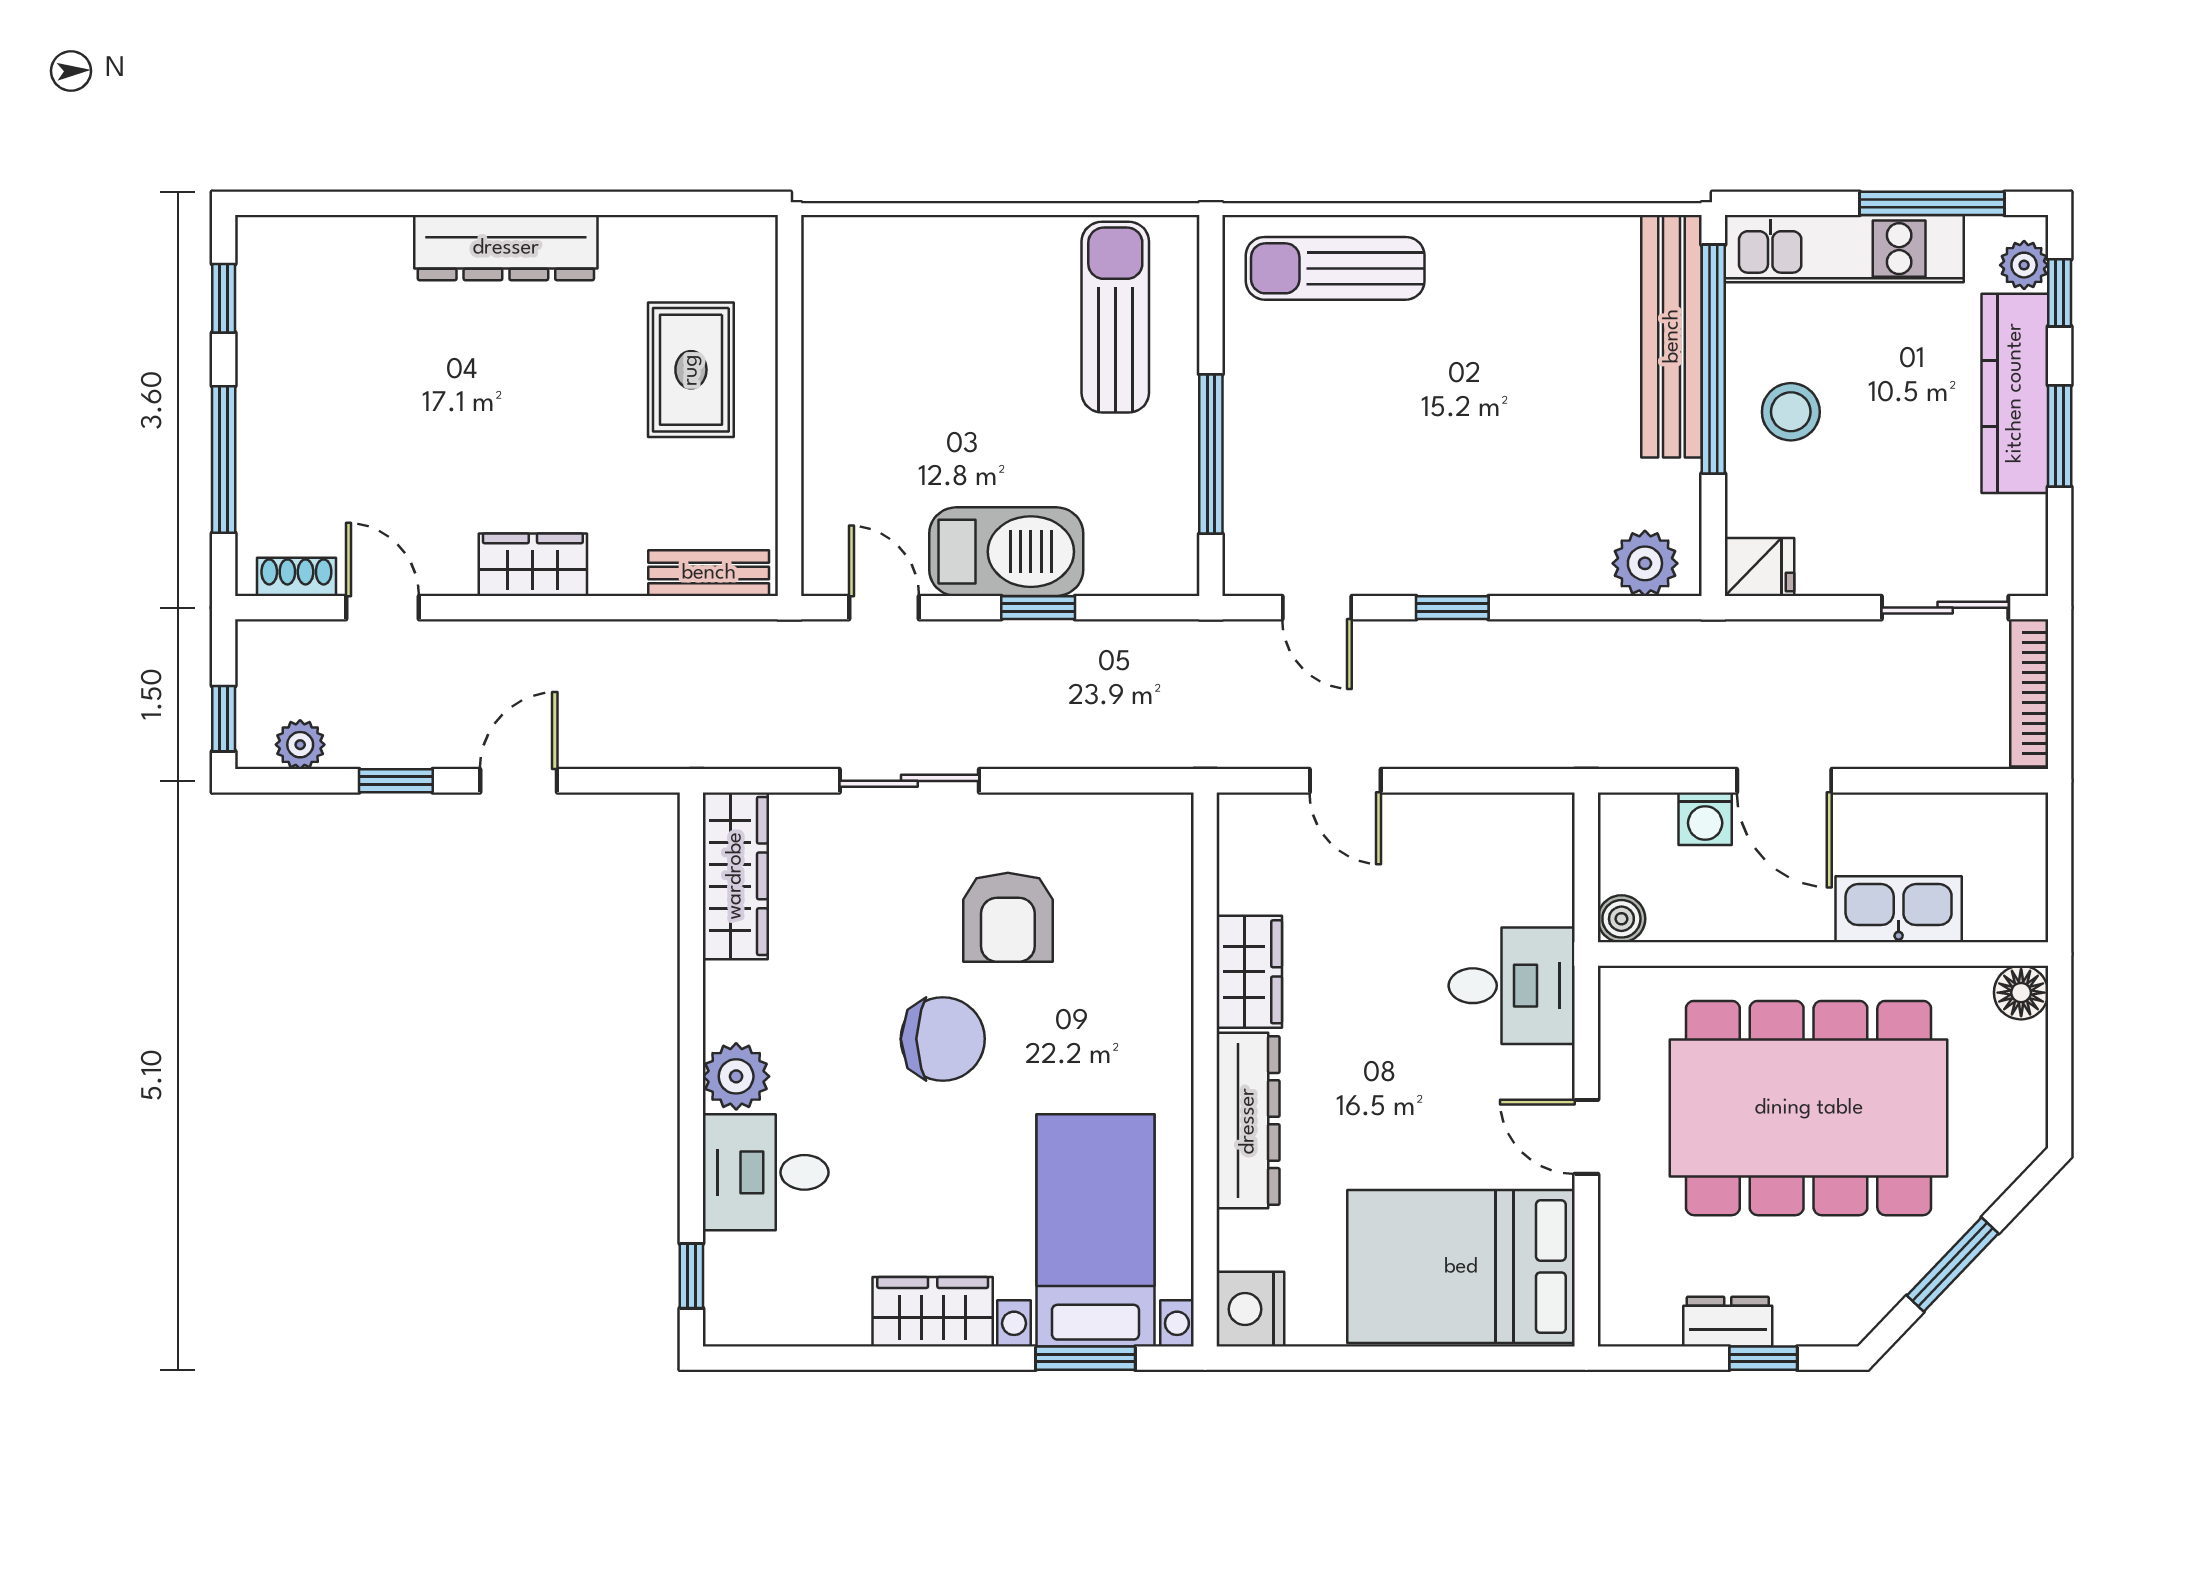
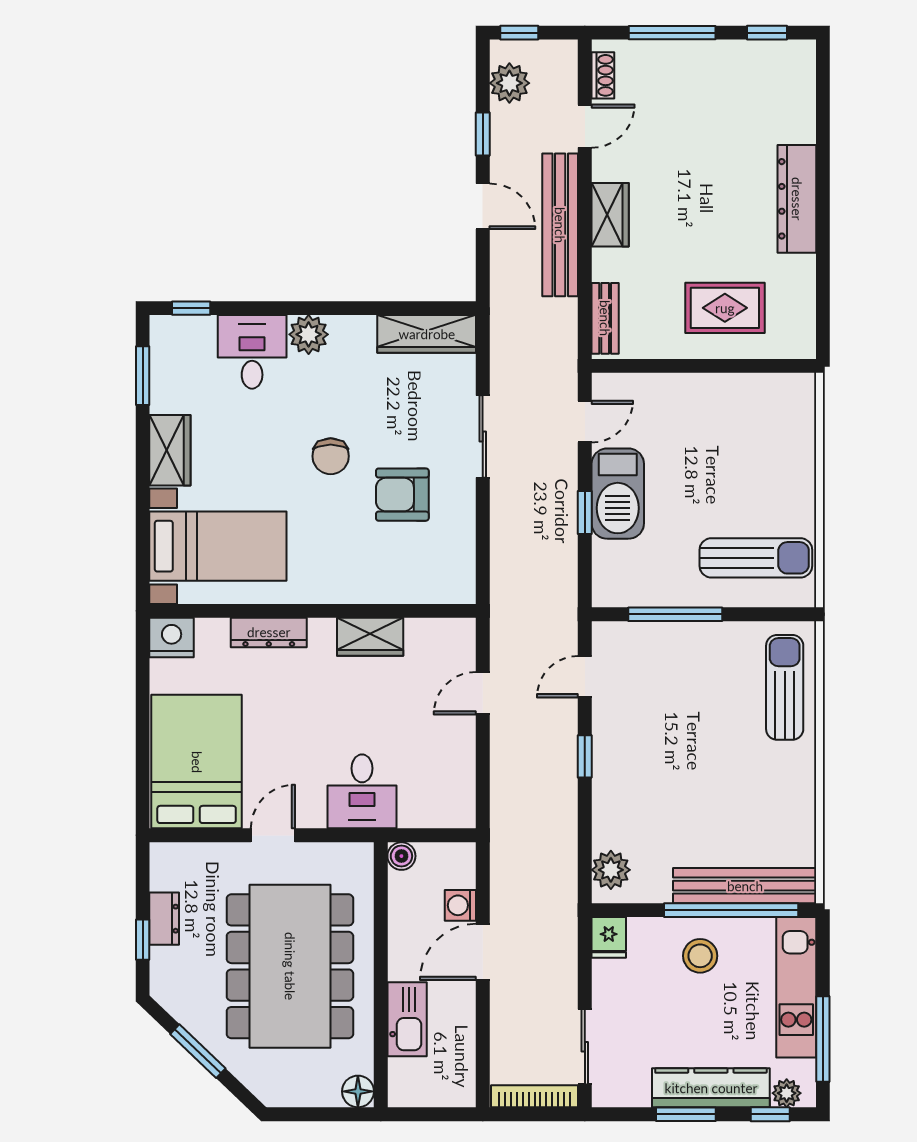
bench: (550, 649) -> (560, 225), added
plant: (300, 745) -> (509, 83), width x1.38, depth x1.38
chair: (943, 1039) -> (331, 456), width x0.73, depth x0.73
dresser: (1248, 1121) -> (269, 632), width x0.73, depth x0.80
window: (1085, 1358) -> (143, 376), moved

